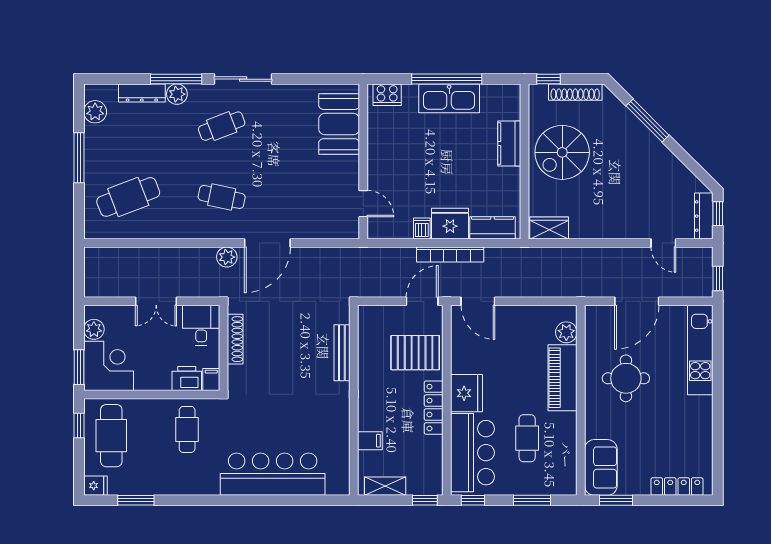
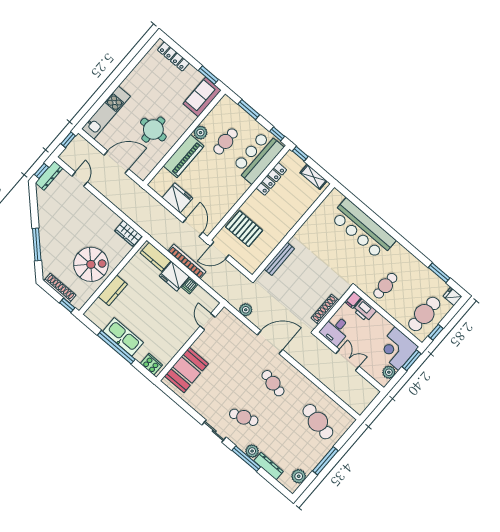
sliding door: (243, 79) -> (214, 431), width x0.73
cafe table: (128, 197) -> (318, 422), turned 33
plant: (227, 257) -> (246, 310), moved
plant: (566, 332) -> (200, 133), moved
fridge: (467, 393) -> (177, 198), moved, turned 90
locker: (434, 408) -> (271, 179), moved
filing cabinet: (370, 441) -> (302, 205), removed

